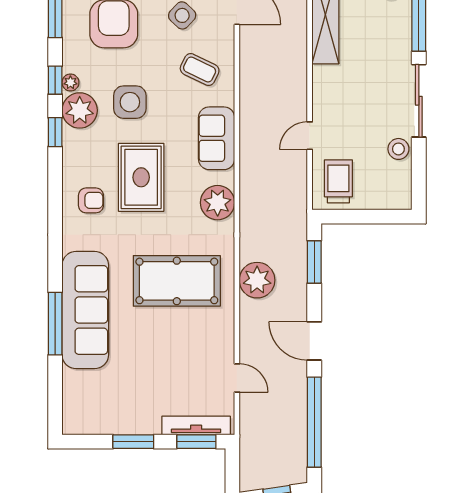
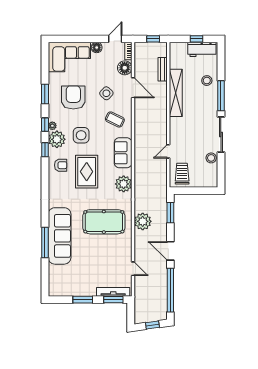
armchair: (91, 200) -> (61, 165), moved

